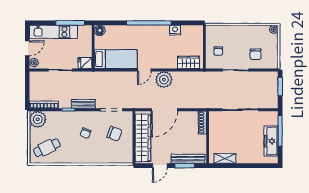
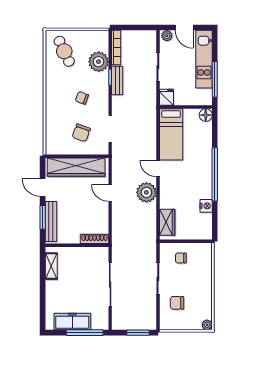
bench: (83, 104) -> (117, 80), moved
door: (164, 110) -> (110, 193), width x0.53
plant: (38, 119) -> (99, 62), moved

